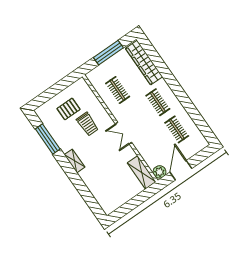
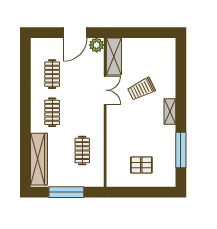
trolley: (87, 124) -> (141, 89), moved, turned -116
double door: (123, 133) -> (105, 90), moved

